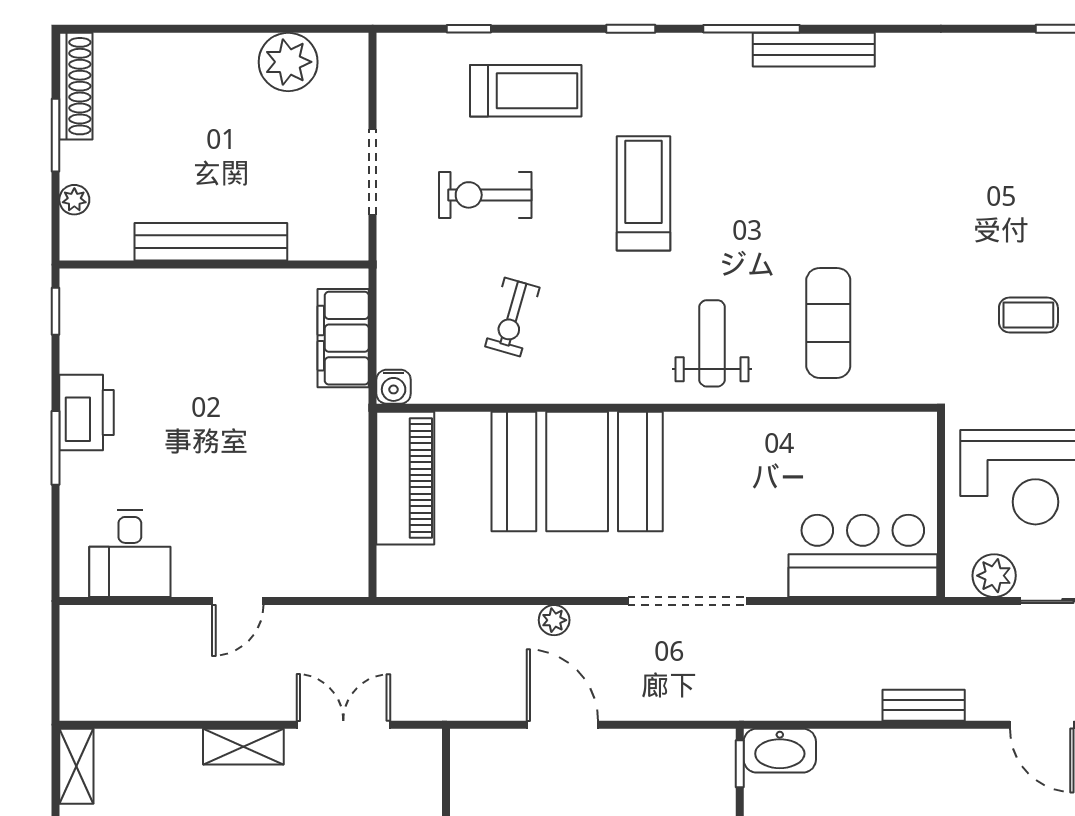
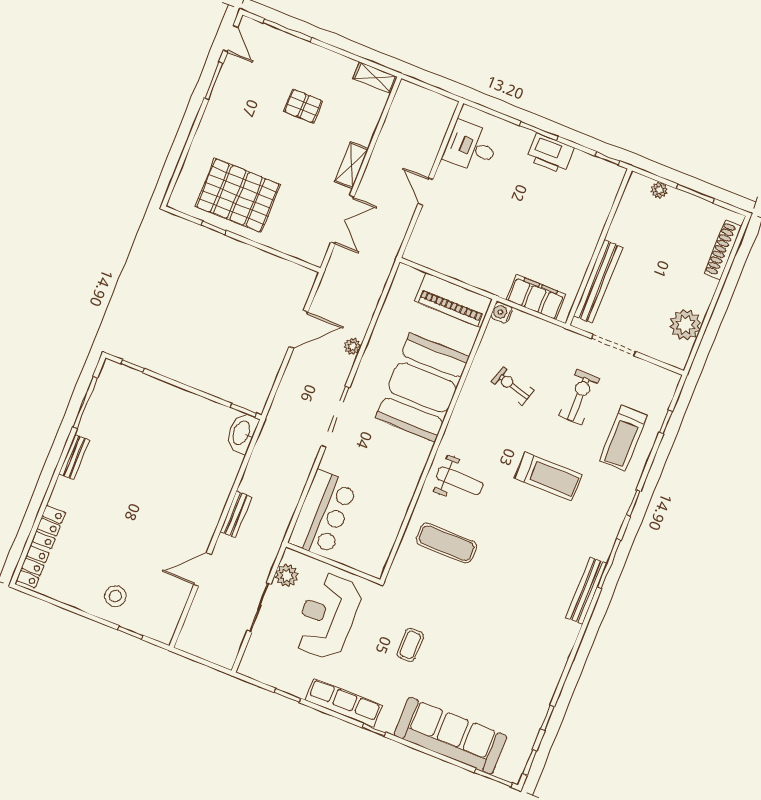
shoe rack: (76, 86) -> (723, 250), moved, turned 90
bench: (211, 242) -> (598, 282), moved

